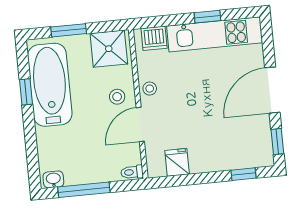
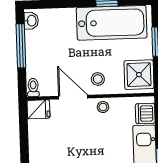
fridge: (177, 162) -> (38, 109), moved

